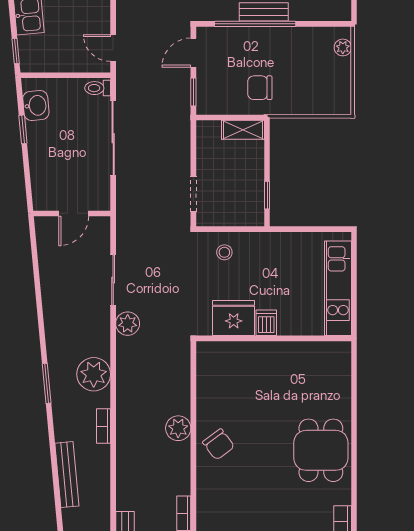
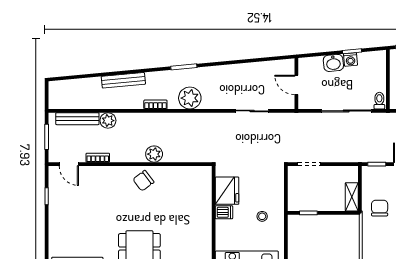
washbasin: (36, 105) -> (333, 63), moved
washing machine: (36, 132) -> (350, 60), added
stool: (224, 252) -> (262, 216), moved
plant: (128, 324) -> (108, 121), moved

